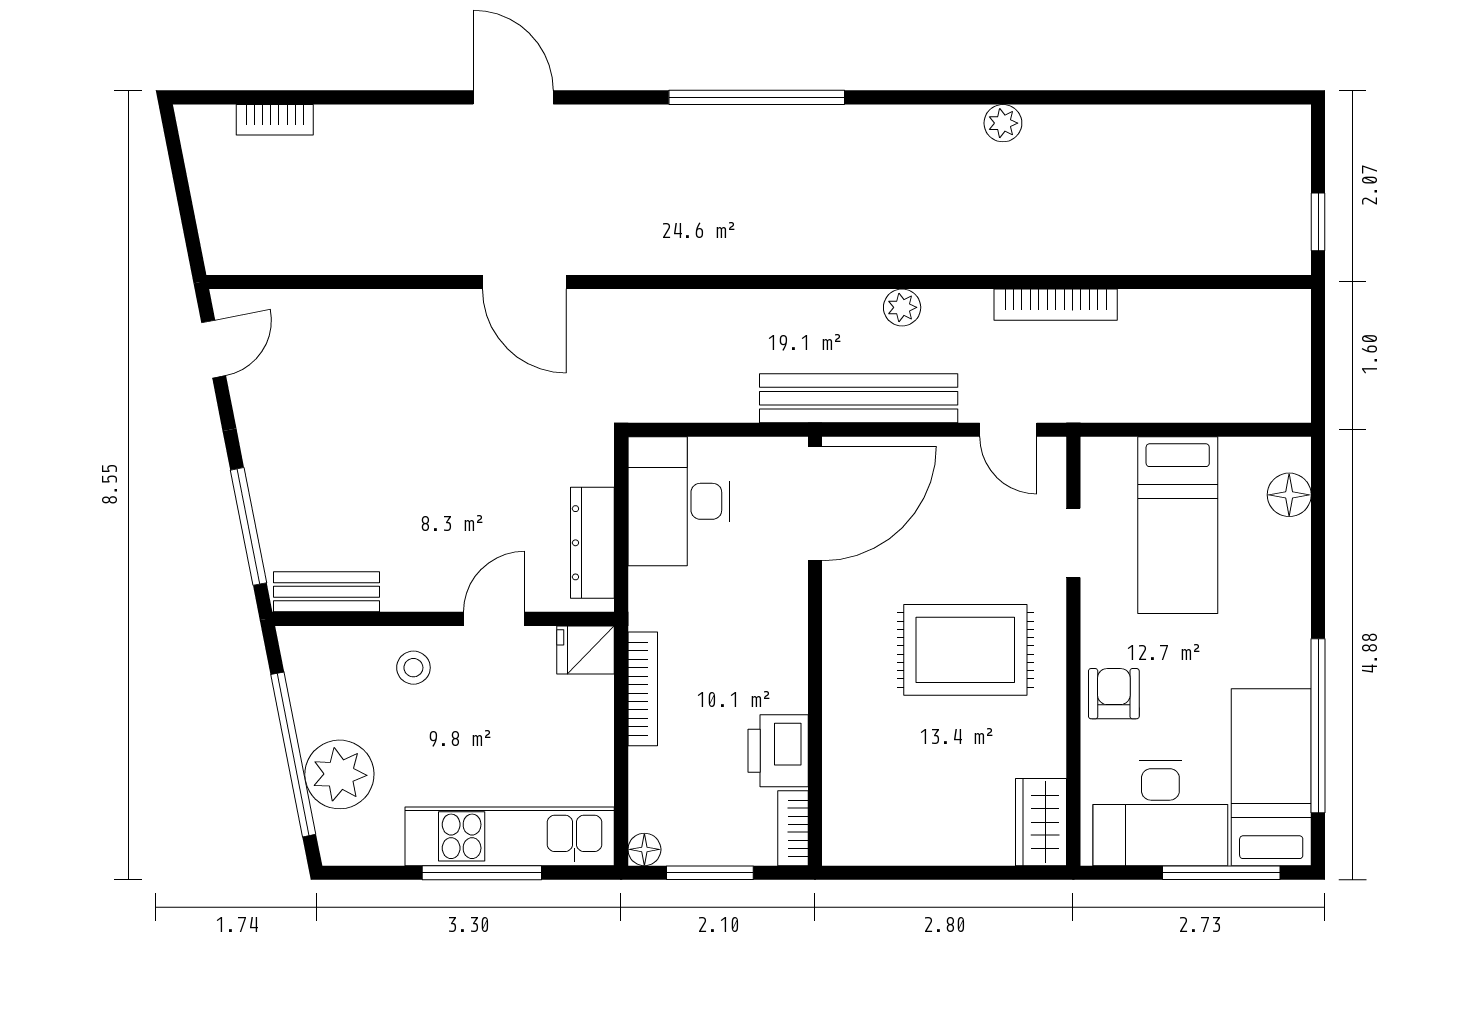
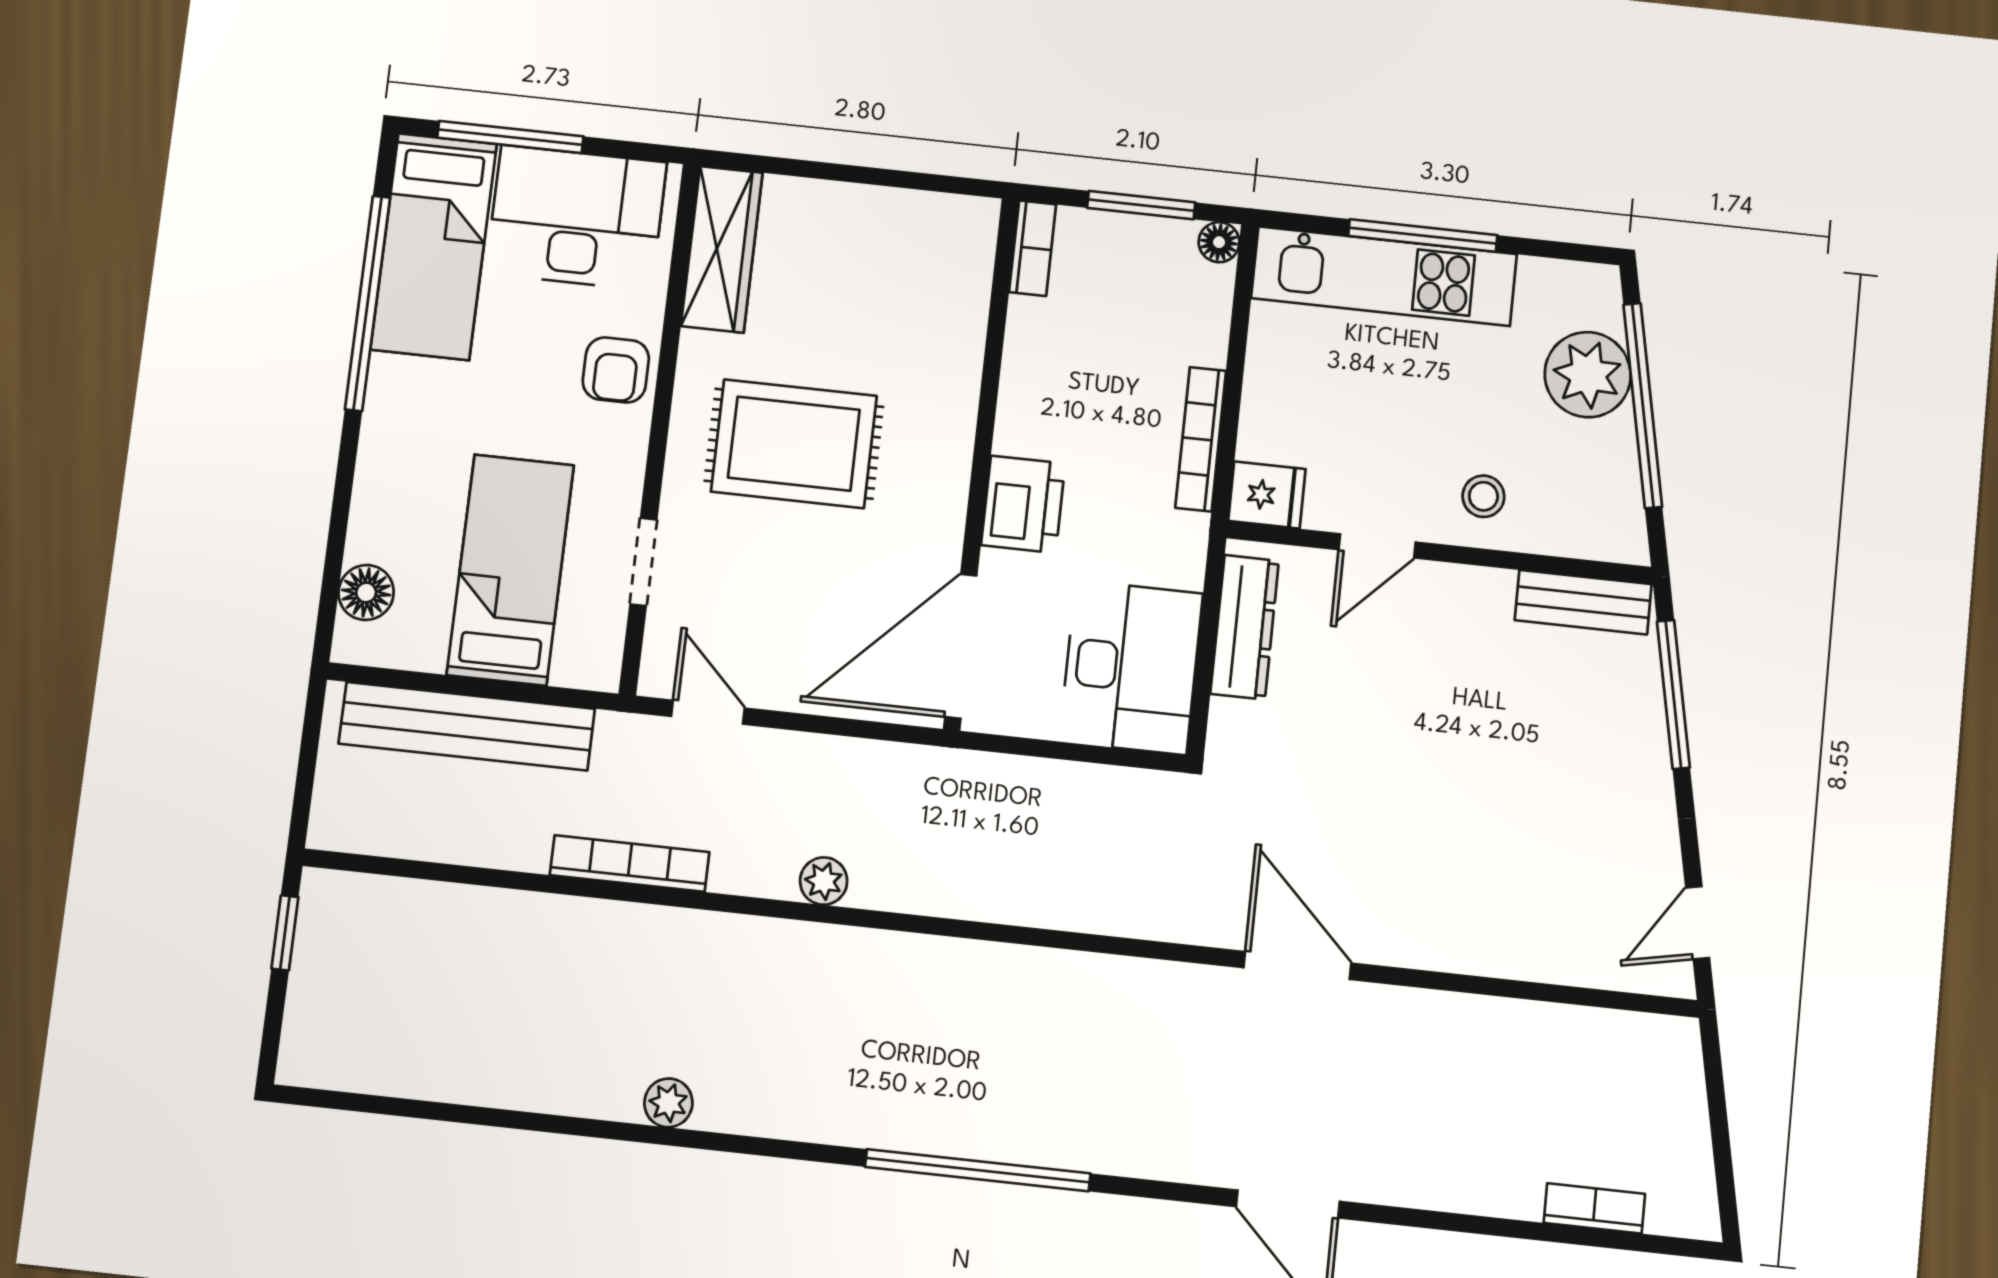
bench: (859, 398) -> (467, 726), moved
printer: (778, 751) -> (1023, 504), moved
wardrobe: (1041, 822) -> (722, 249), width x1.50

